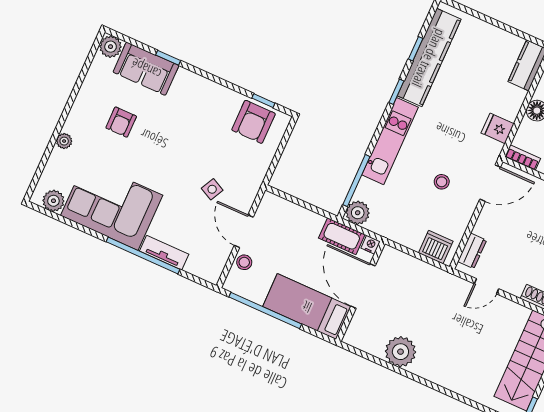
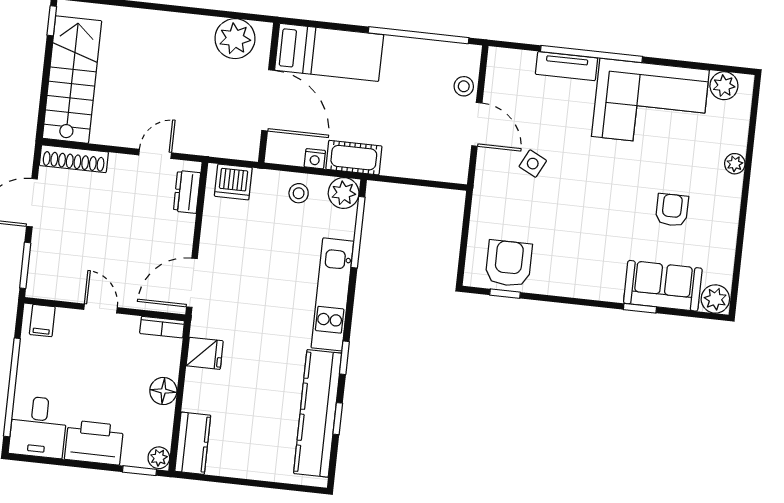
stool: (442, 182) -> (299, 193), moved
door: (363, 286) -> (268, 100), moved
wall: (361, 291) -> (269, 93), moved
bed: (307, 307) -> (329, 52), moved

